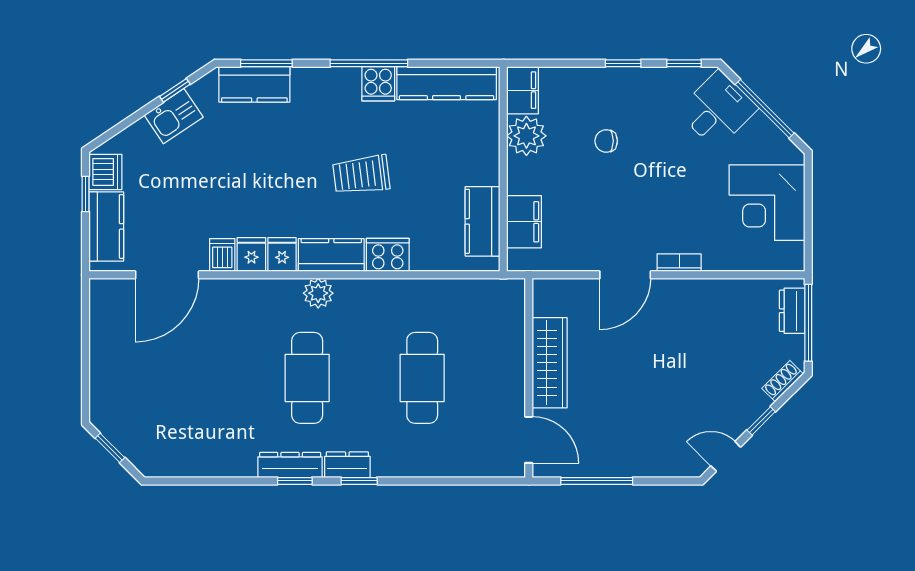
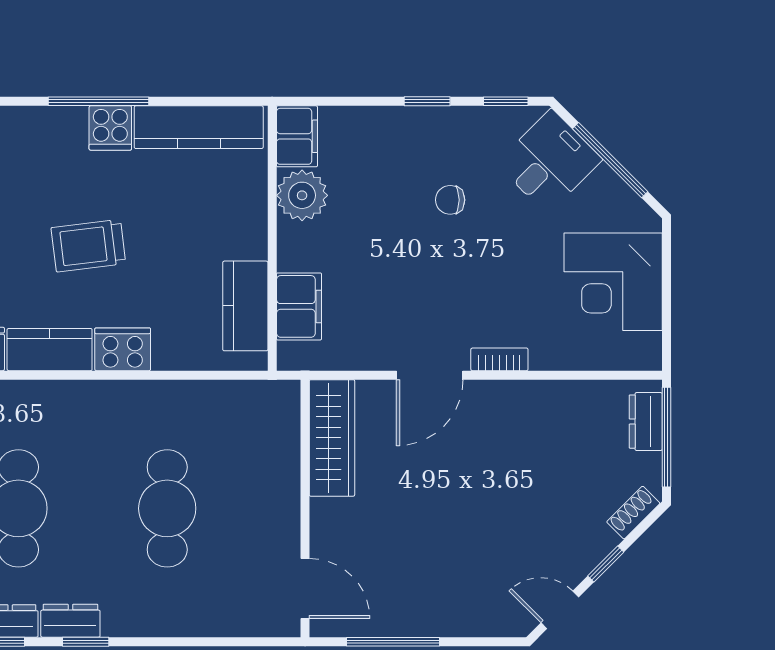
chair: (606, 141) -> (450, 200), moved
plant: (318, 293) -> (33, 399), removed
wardrobe: (550, 363) -> (332, 438), moved

